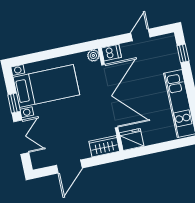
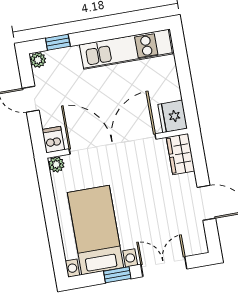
plant: (169, 39) -> (38, 60), added

